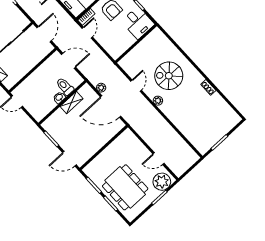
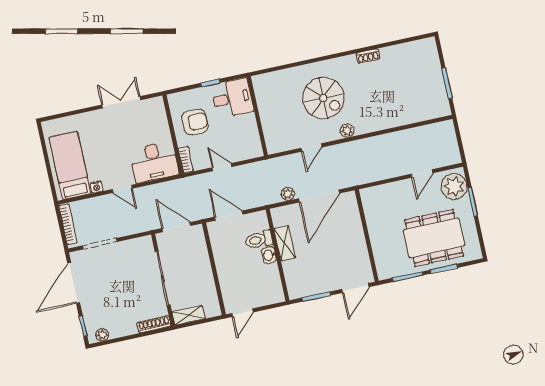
door: (87, 33) -> (222, 167), moved
door: (69, 61) -> (229, 216), hinge flipped
spiral stairs: (169, 76) -> (323, 98), turned -90
door: (136, 86) -> (311, 148), swing flipped

